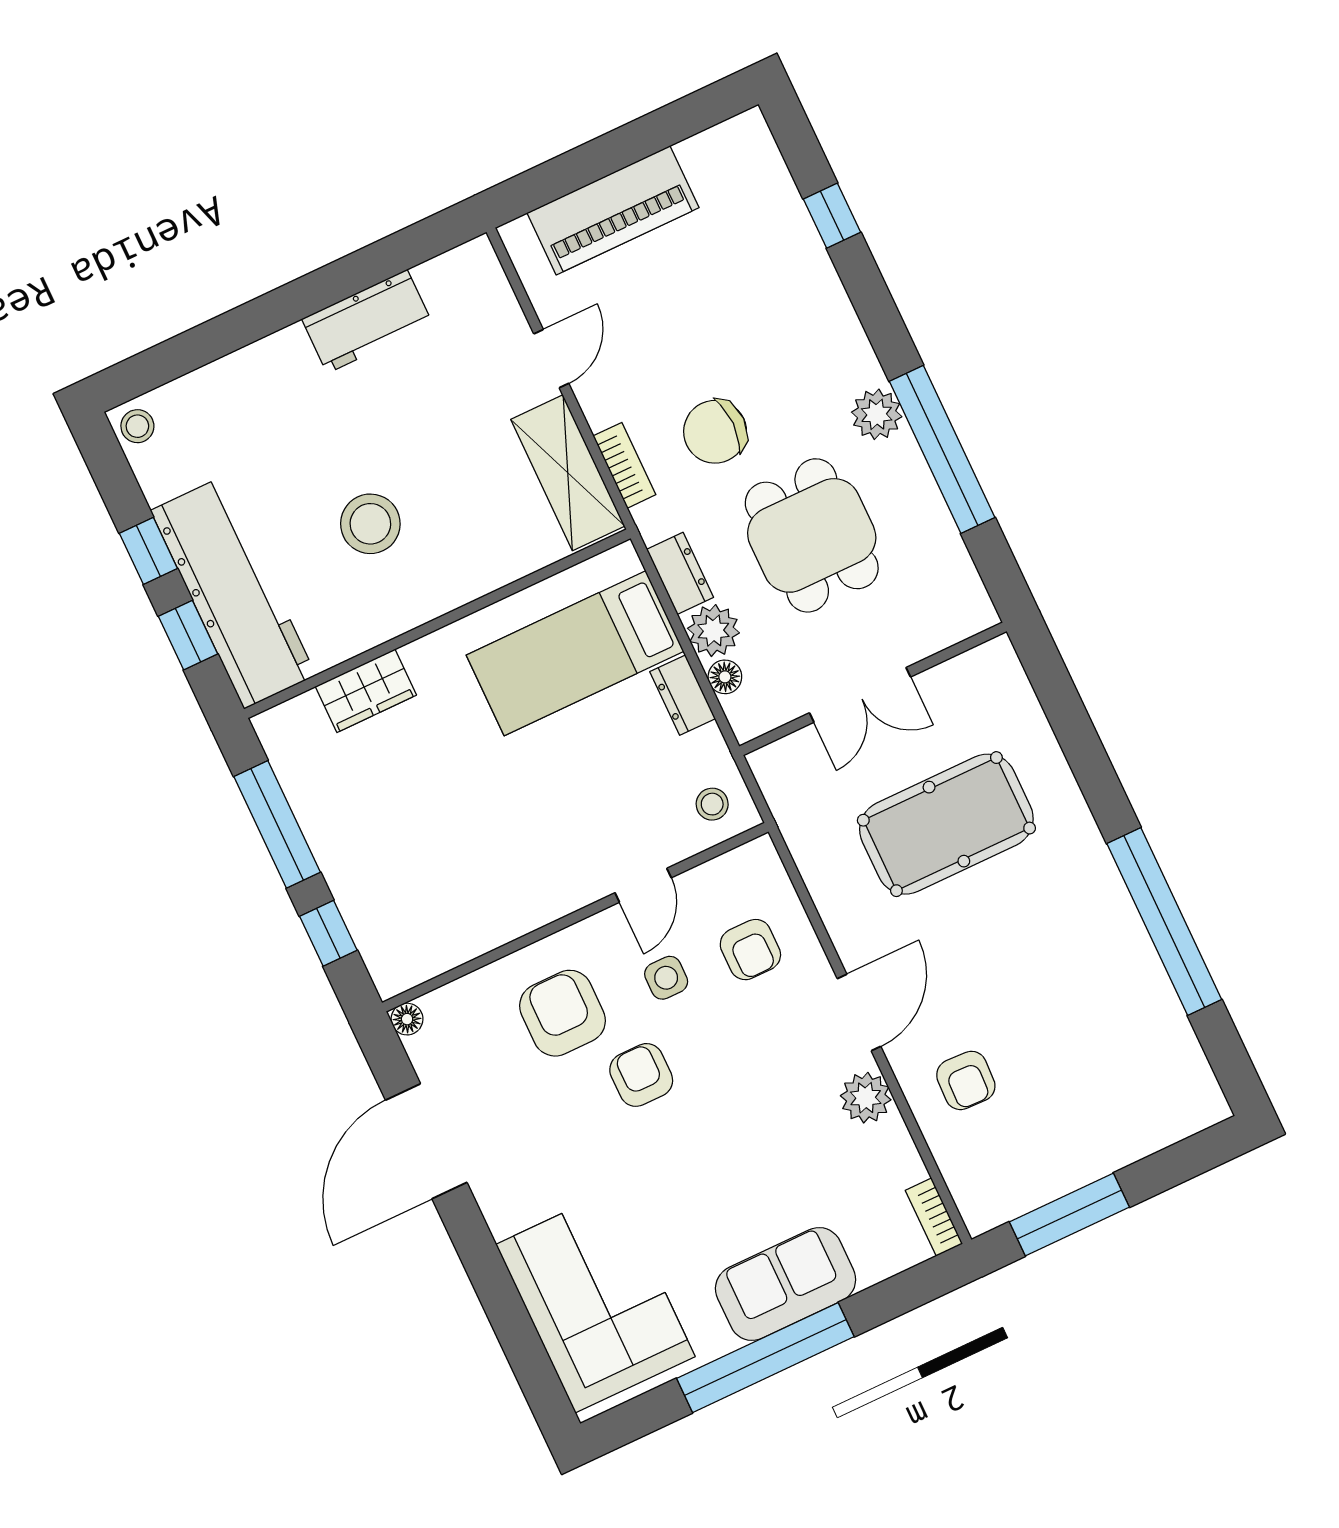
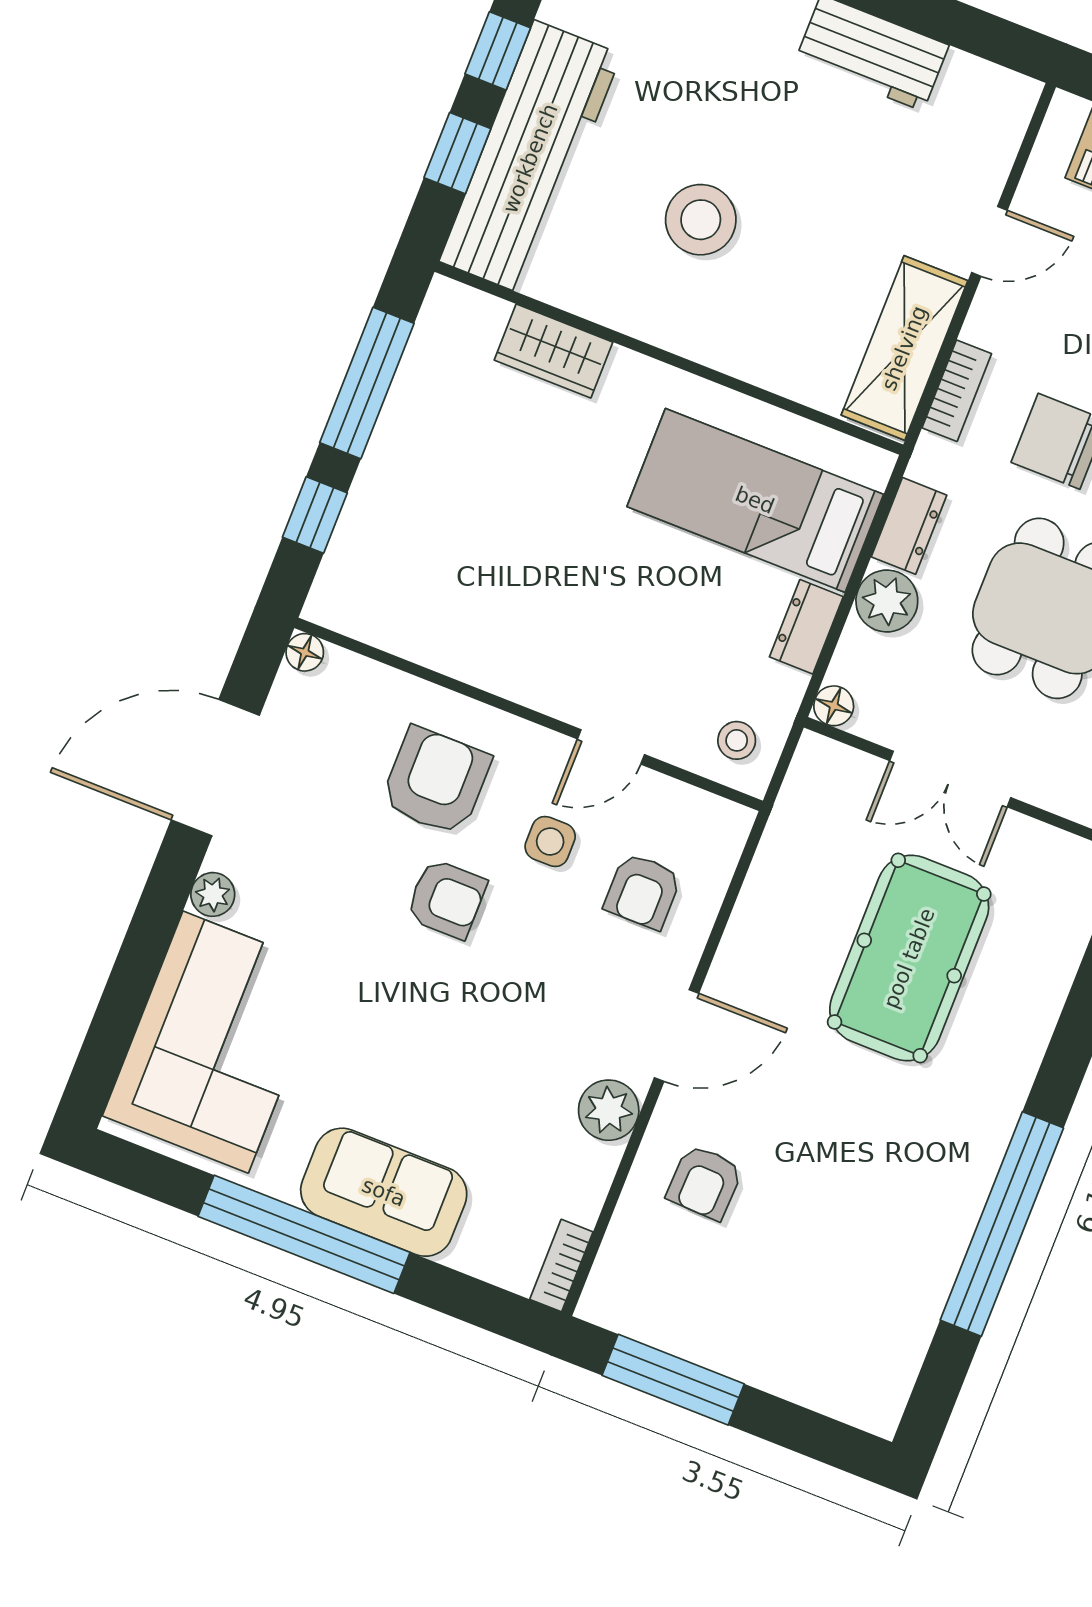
floor lamp: (725, 677) -> (834, 706), moved
pool table: (946, 824) -> (909, 958), turned 90
armchair: (641, 1075) -> (446, 899), turned 90
plant: (503, 1216) -> (213, 894), added

